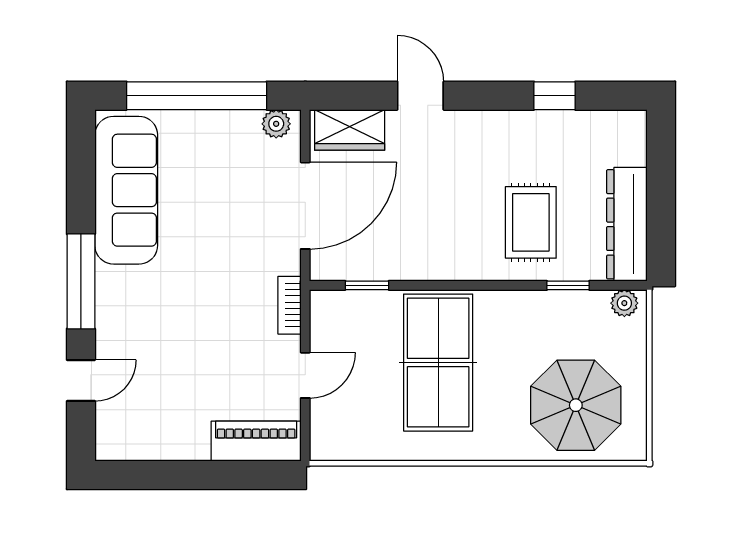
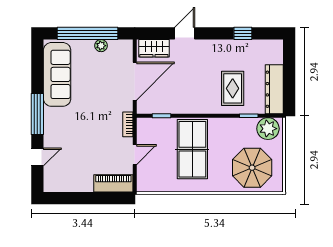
door: (420, 96) -> (185, 33), hinge flipped
plant: (276, 124) -> (101, 46), moved
plant: (624, 303) -> (268, 129), width x1.88, depth x1.88

